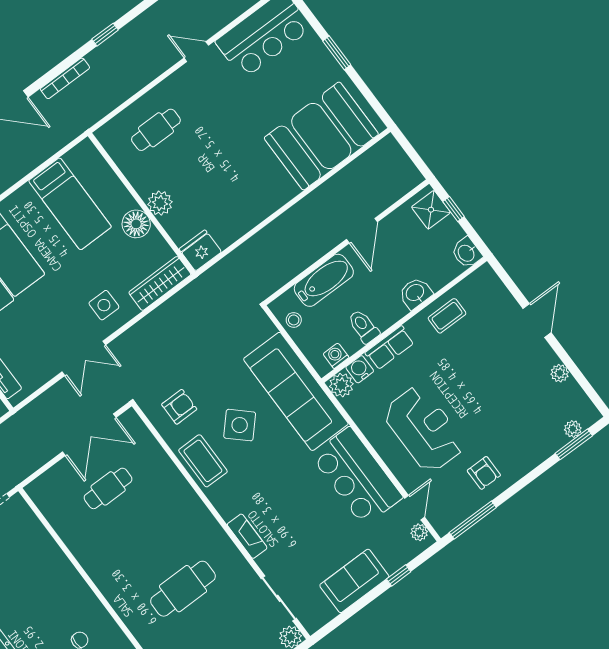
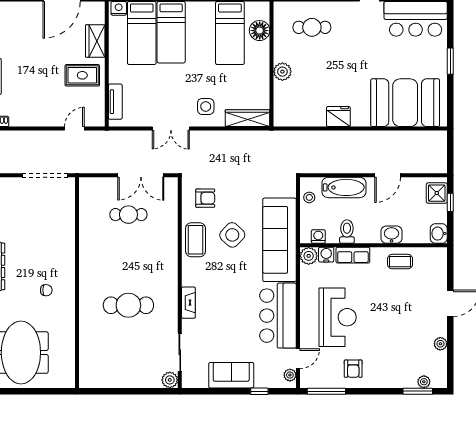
floor lamp: (136, 224) -> (260, 31), moved
fridge: (200, 250) -> (338, 117), moved

